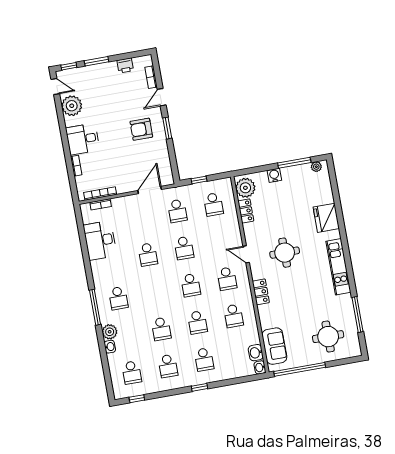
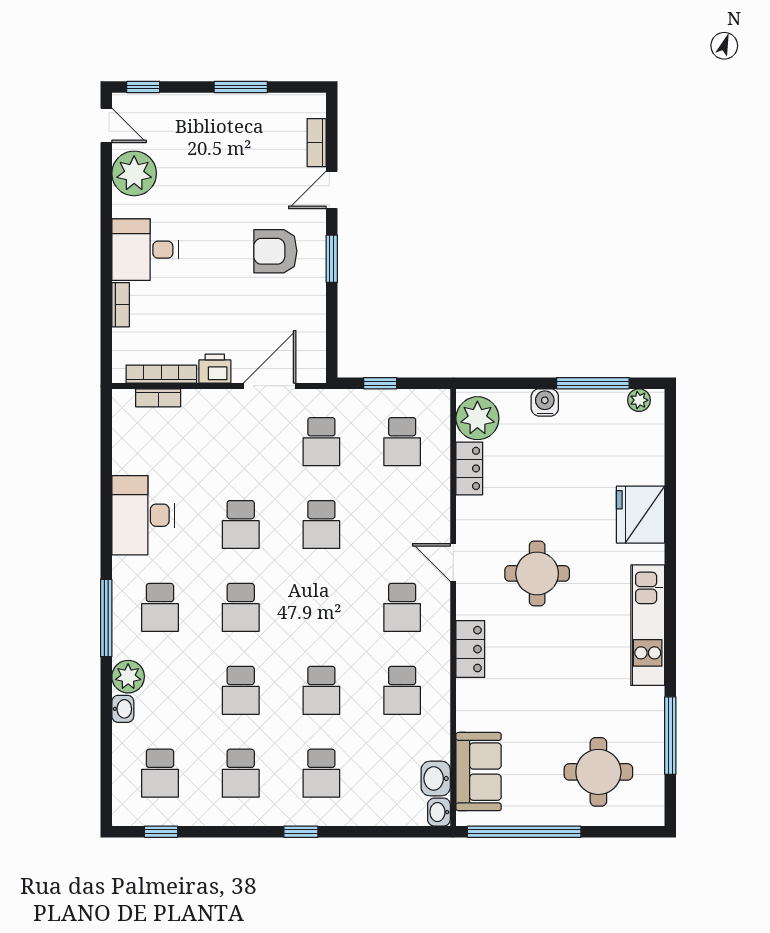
window: (97, 61) -> (241, 87), moved
printer: (125, 65) -> (215, 369), moved, turned 180
desk: (100, 240) -> (143, 515), moved
school desk: (191, 285) -> (241, 607), moved

